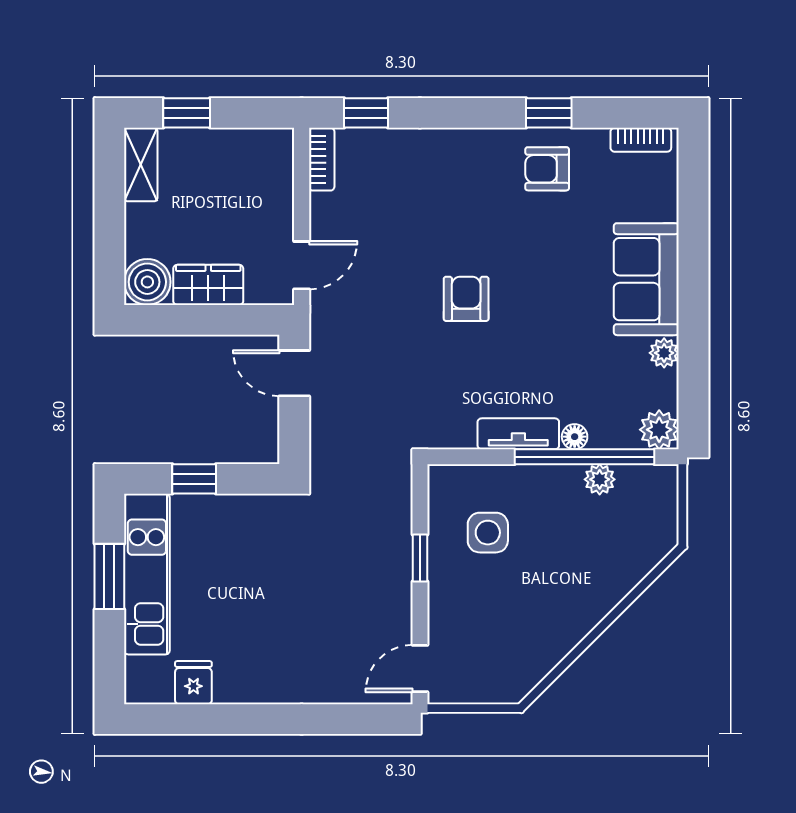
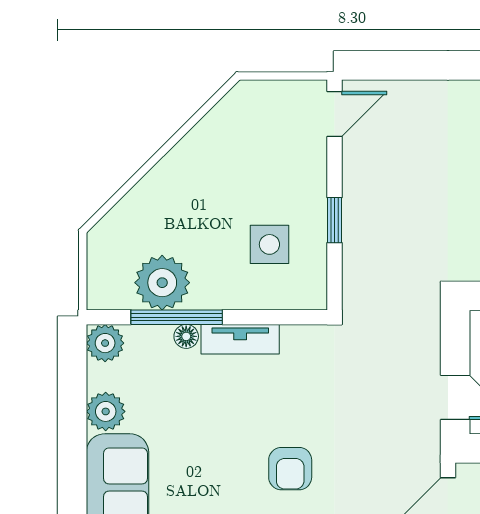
plant: (664, 353) -> (106, 411), width x1.38, depth x1.38
window: (585, 457) -> (177, 317), width x0.68
plant: (600, 479) -> (162, 283), width x1.87, depth x1.87

